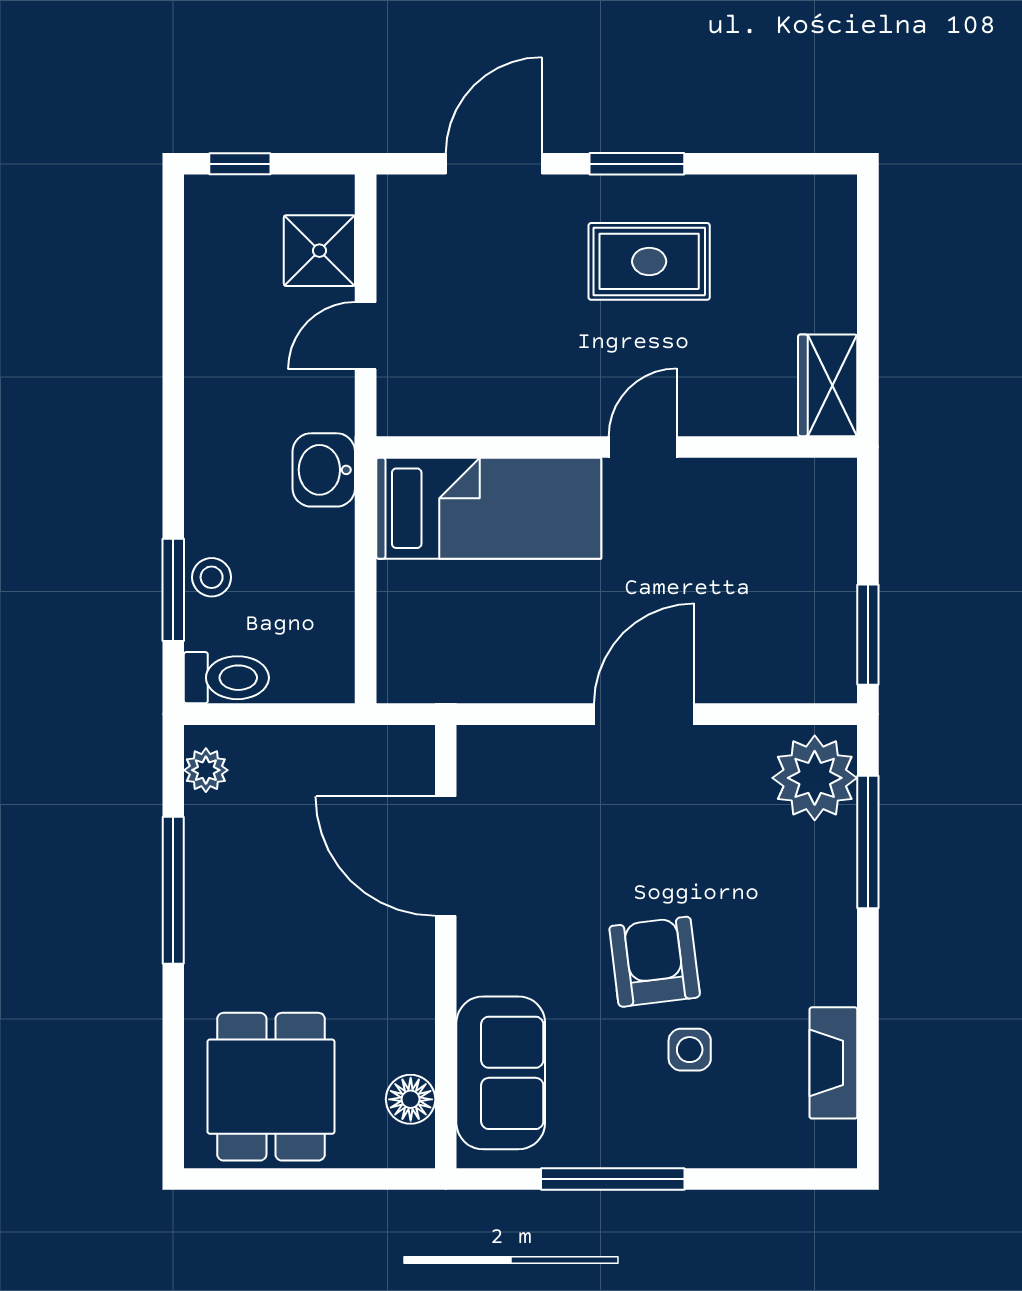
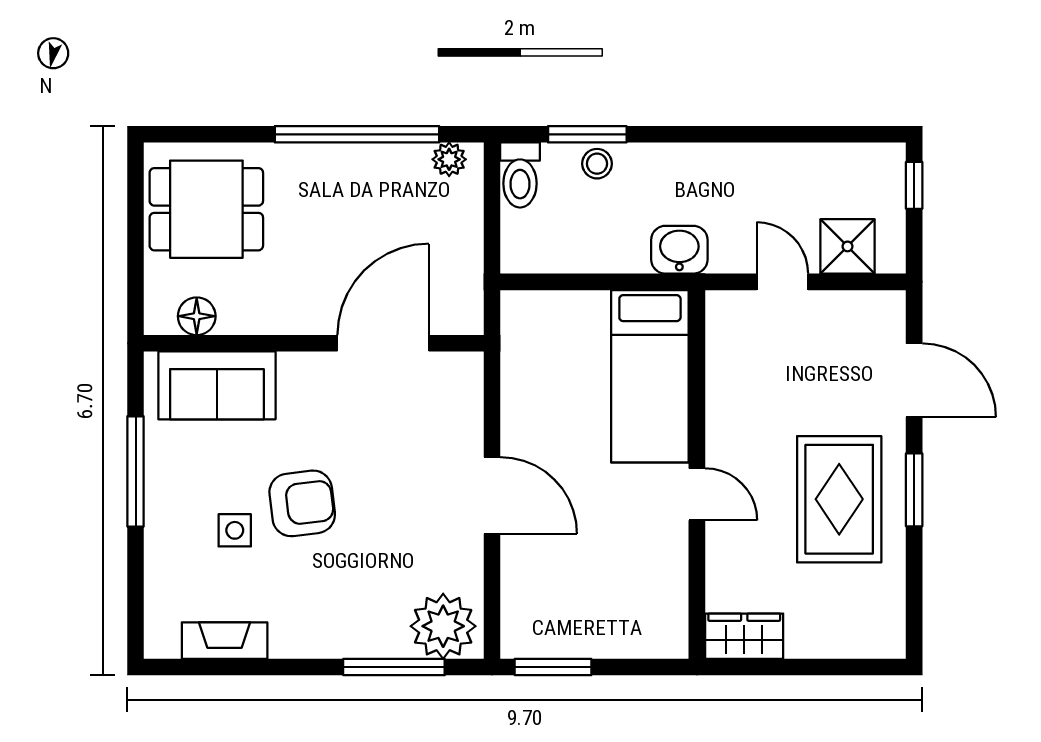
rug: (649, 261) -> (839, 499), width x1.36, depth x1.43
window: (173, 890) -> (357, 134), width x1.46

